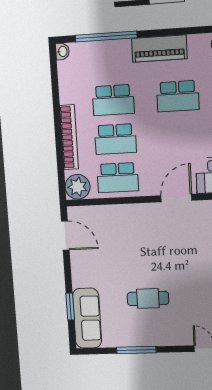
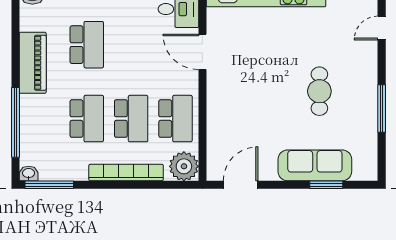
window: (54, 70) -> (49, 185), added
sofa: (87, 318) -> (315, 165), moved

